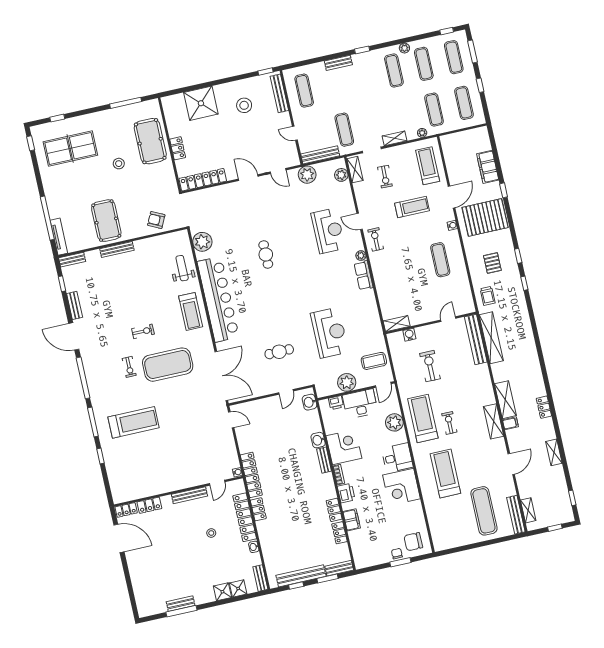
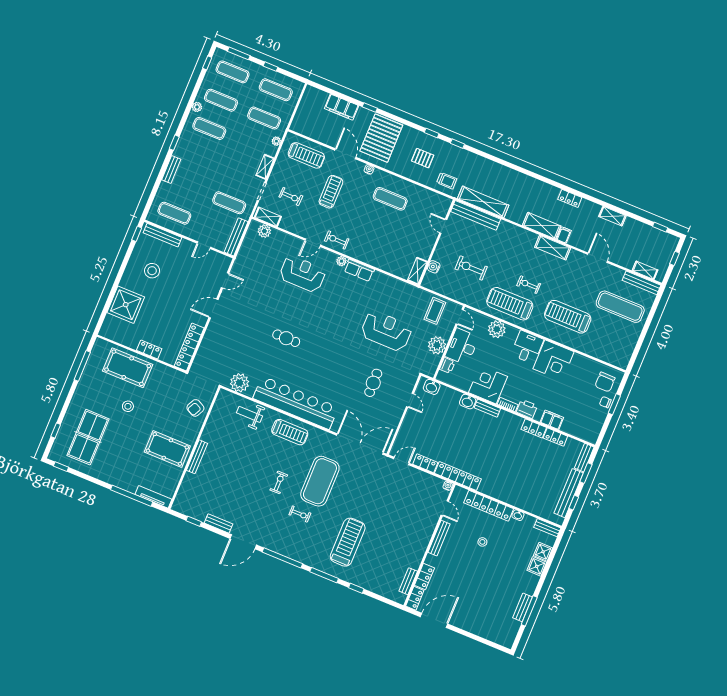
treadmill: (428, 166) -> (306, 155), turned 180
plant: (307, 175) -> (245, 259), removed
bench: (72, 260) -> (408, 581), moved
locker: (258, 509) -> (425, 463), moved

